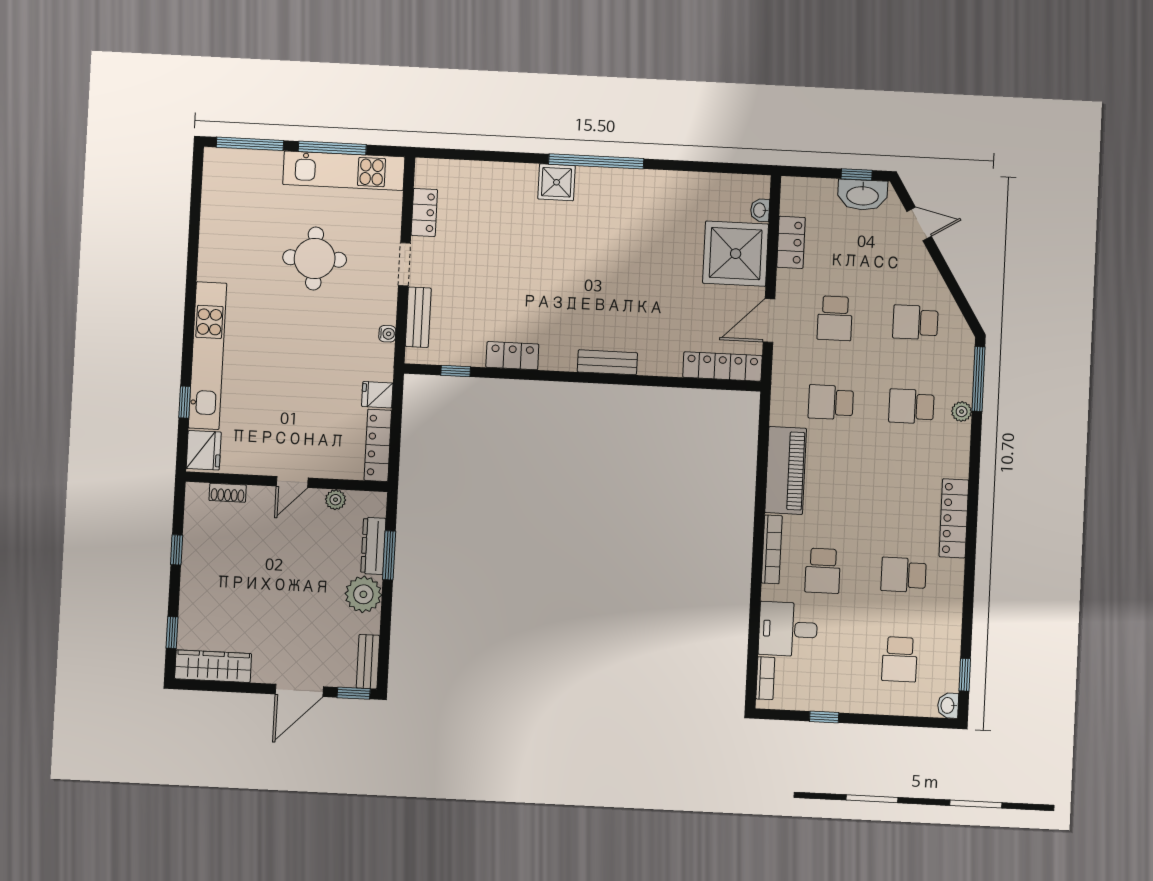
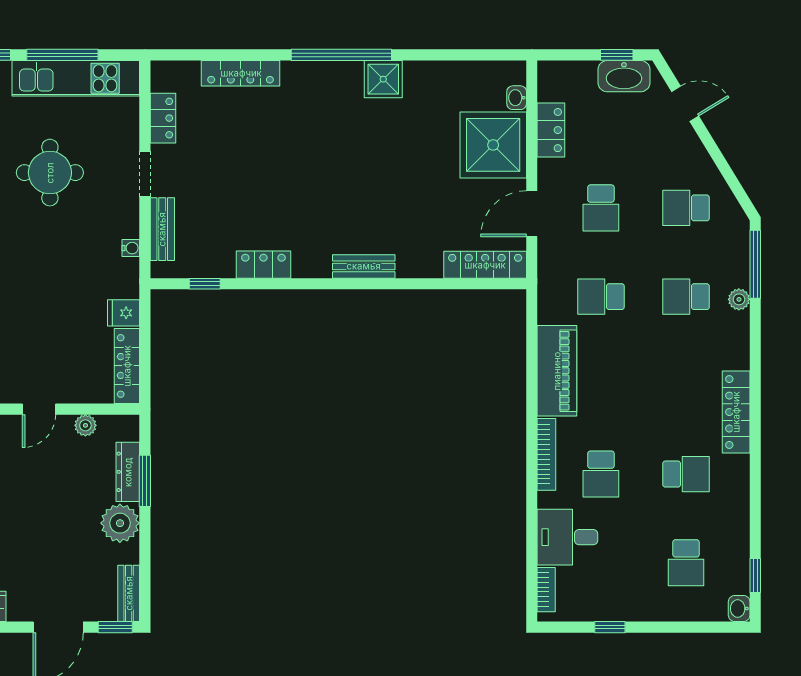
locker: (500, 174) -> (241, 73), added
shower: (556, 182) -> (383, 79), moved
school desk: (904, 575) -> (686, 474), turned 180

